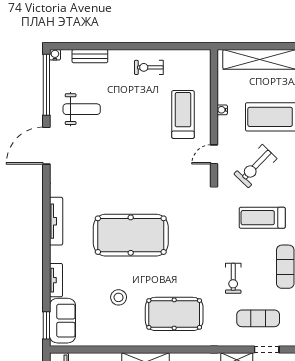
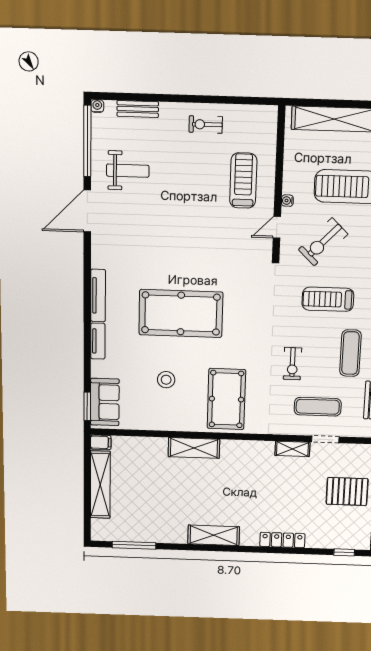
water cooler: (222, 110) -> (287, 201), moved
tv unit: (56, 280) -> (98, 341), moved
pool table: (174, 314) -> (226, 399), turned 90

